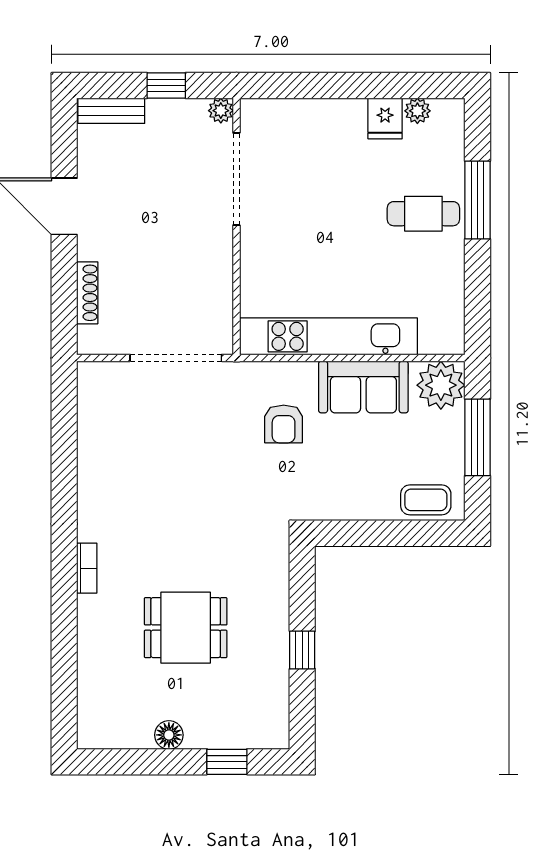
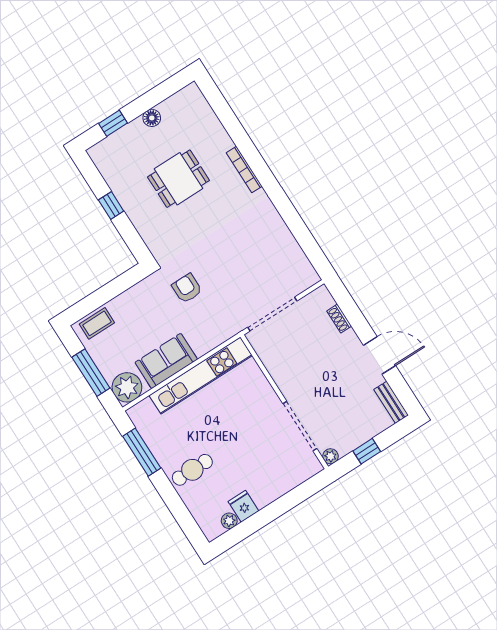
bench: (111, 111) -> (391, 402), moved, turned 90
window: (478, 200) -> (142, 452), moved
shoe rack: (87, 293) -> (339, 319), width x0.70
armchair: (284, 424) -> (187, 288), moved
bookcase: (87, 568) -> (244, 169), width x1.56

